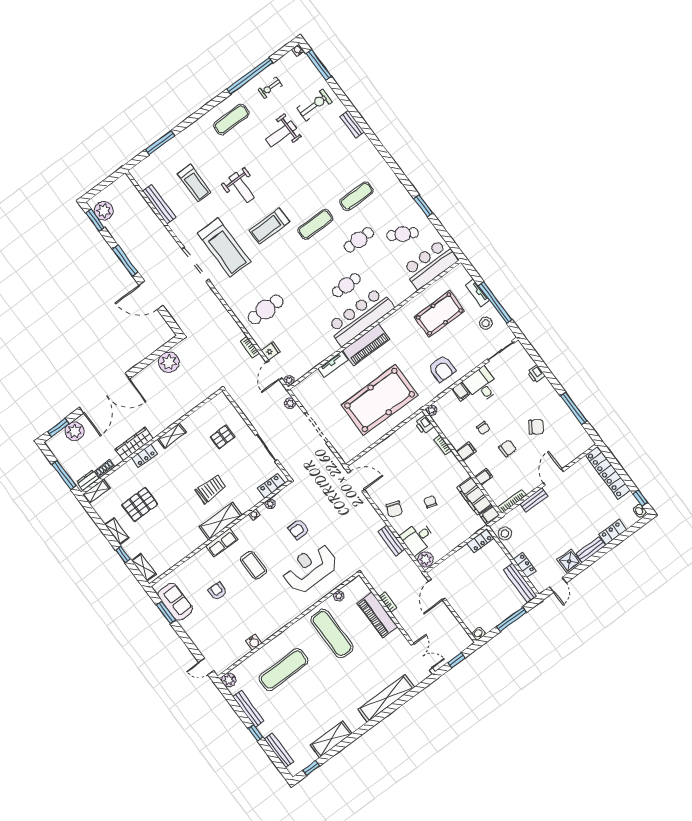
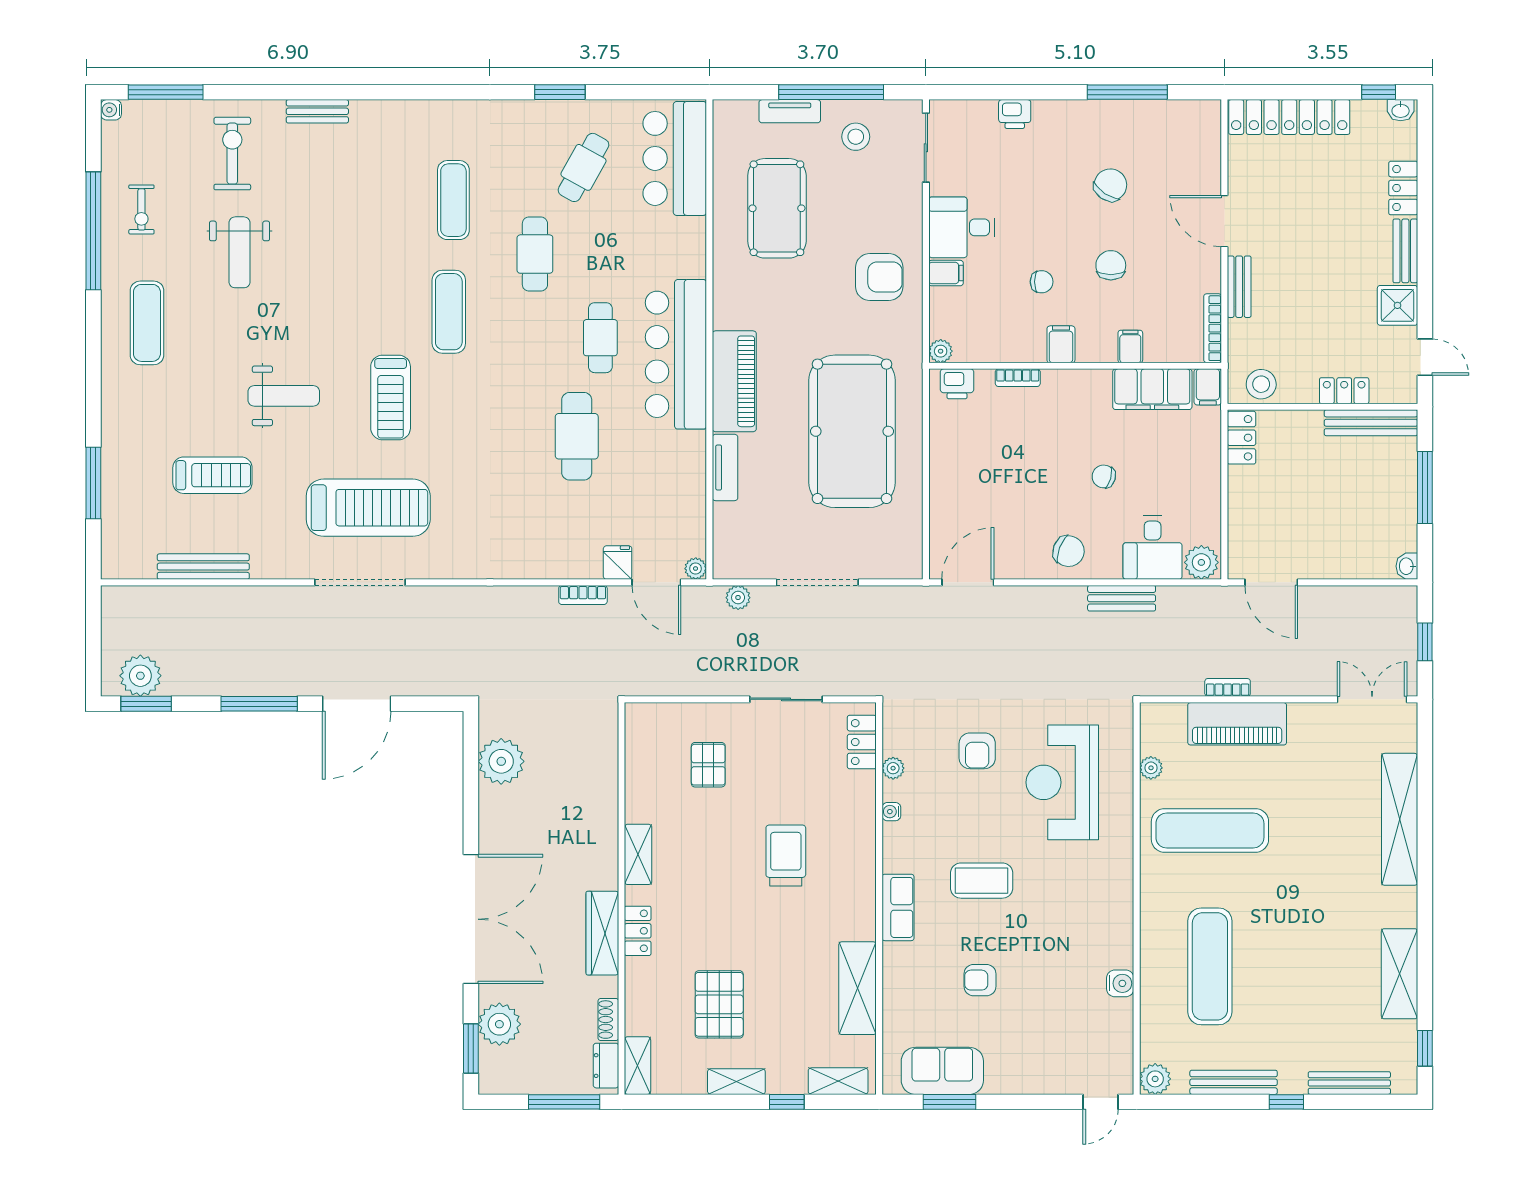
cafe table: (266, 309) -> (577, 436), moved
shelving: (221, 521) -> (858, 988), moved

